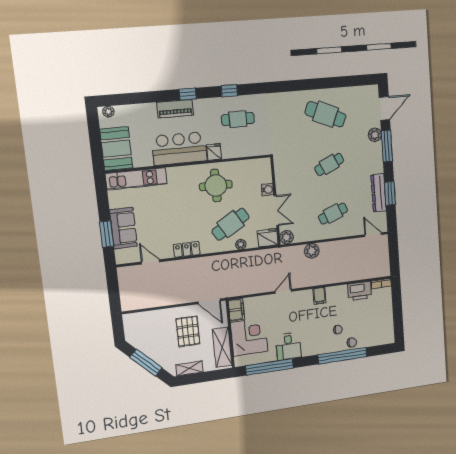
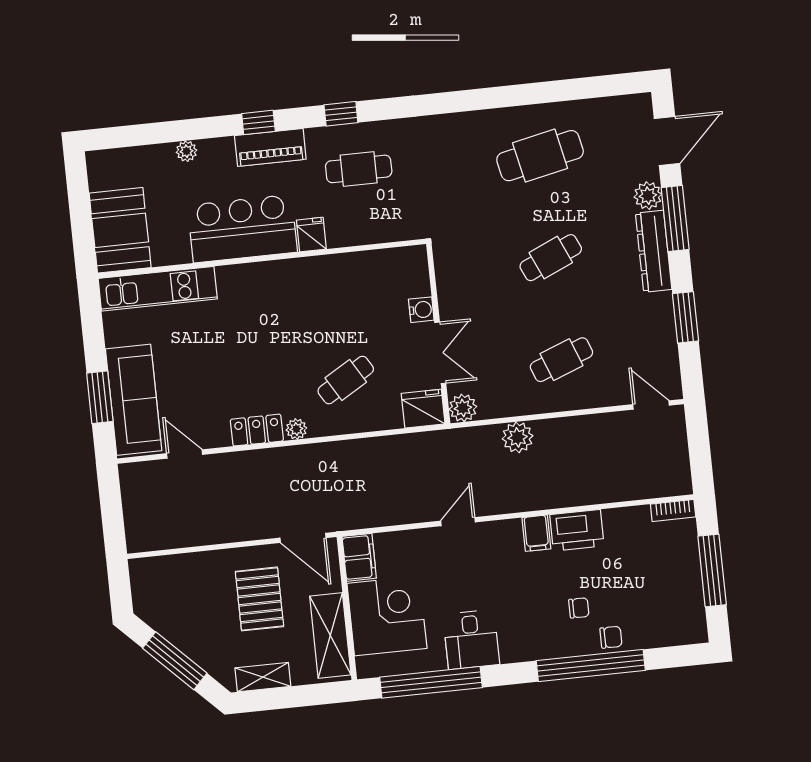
piano: (175, 109) -> (270, 147), moved
plant: (108, 112) -> (187, 151), moved
cafe table: (325, 114) -> (540, 156), turned -36
round table: (216, 186) -> (315, 302), removed
dresser: (379, 193) -> (654, 251), moved
cafe table: (231, 224) -> (346, 380), width x0.73, depth x0.74
sofa: (123, 228) -> (134, 400), width x1.36
plant: (241, 244) -> (296, 429), moved
printer: (360, 291) -> (577, 530), moved
window: (397, 310) -> (712, 570), added

